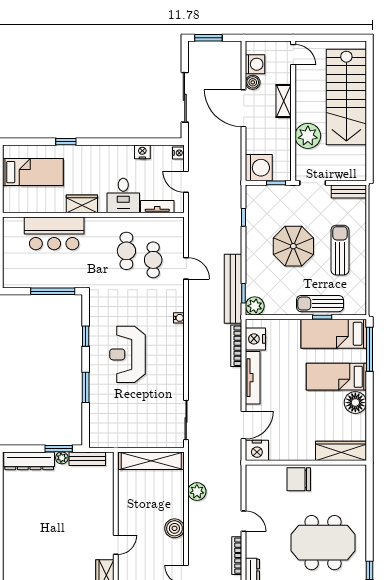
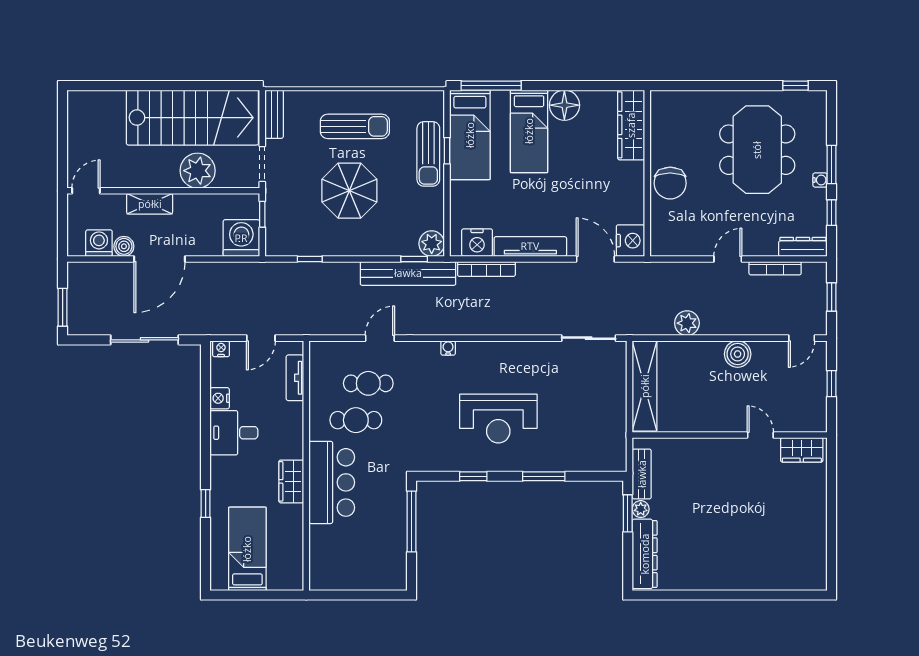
stairs: (346, 97) -> (192, 118), moved
desk: (123, 196) -> (234, 433), moved, turned 180
bar counter: (54, 233) -> (332, 482), moved
sun lounger: (340, 250) -> (355, 126), turned 180

